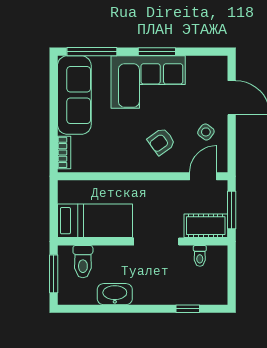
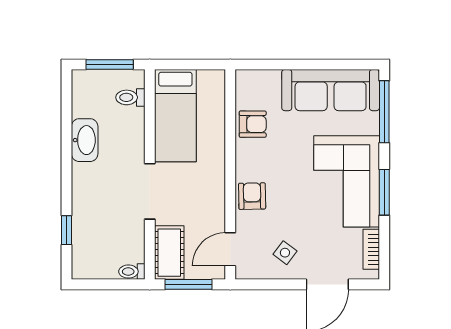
armchair: (161, 141) -> (252, 196), moved, turned 35
bookcase: (64, 152) -> (371, 249), moved, turned 90
armchair: (102, 158) -> (253, 124), added
door: (203, 176) -> (230, 249), swing flipped
toilet: (200, 256) -> (132, 272), moved
toilet: (83, 262) -> (130, 97), width x0.73, depth x0.72

